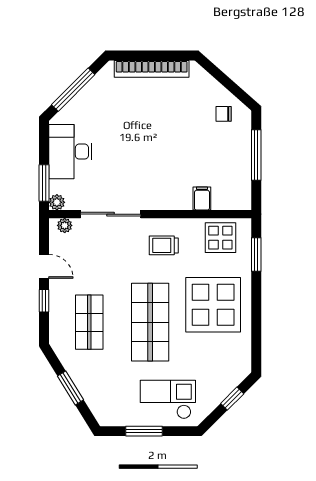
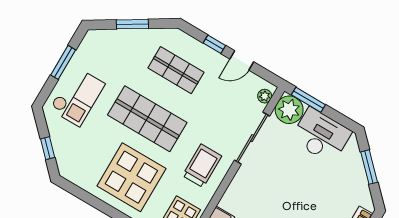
window: (73, 90) -> (369, 167), width x0.69
plant: (57, 202) -> (289, 110), width x1.87, depth x1.87
trolley: (164, 245) -> (202, 166), width x1.36, depth x1.39

